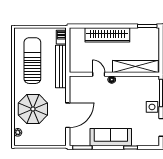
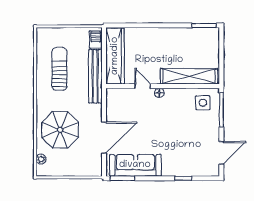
wardrobe: (107, 35) -> (115, 56), moved, turned -90
sun lounger: (32, 61) -> (59, 69), width x0.73, depth x0.75
side table: (152, 107) -> (203, 103), moved
sofa: (111, 137) -> (135, 165), moved

